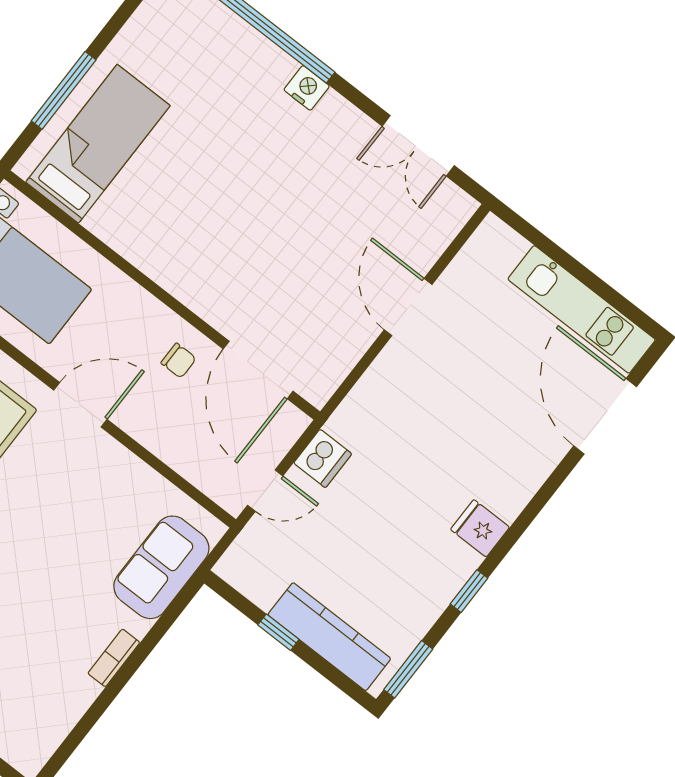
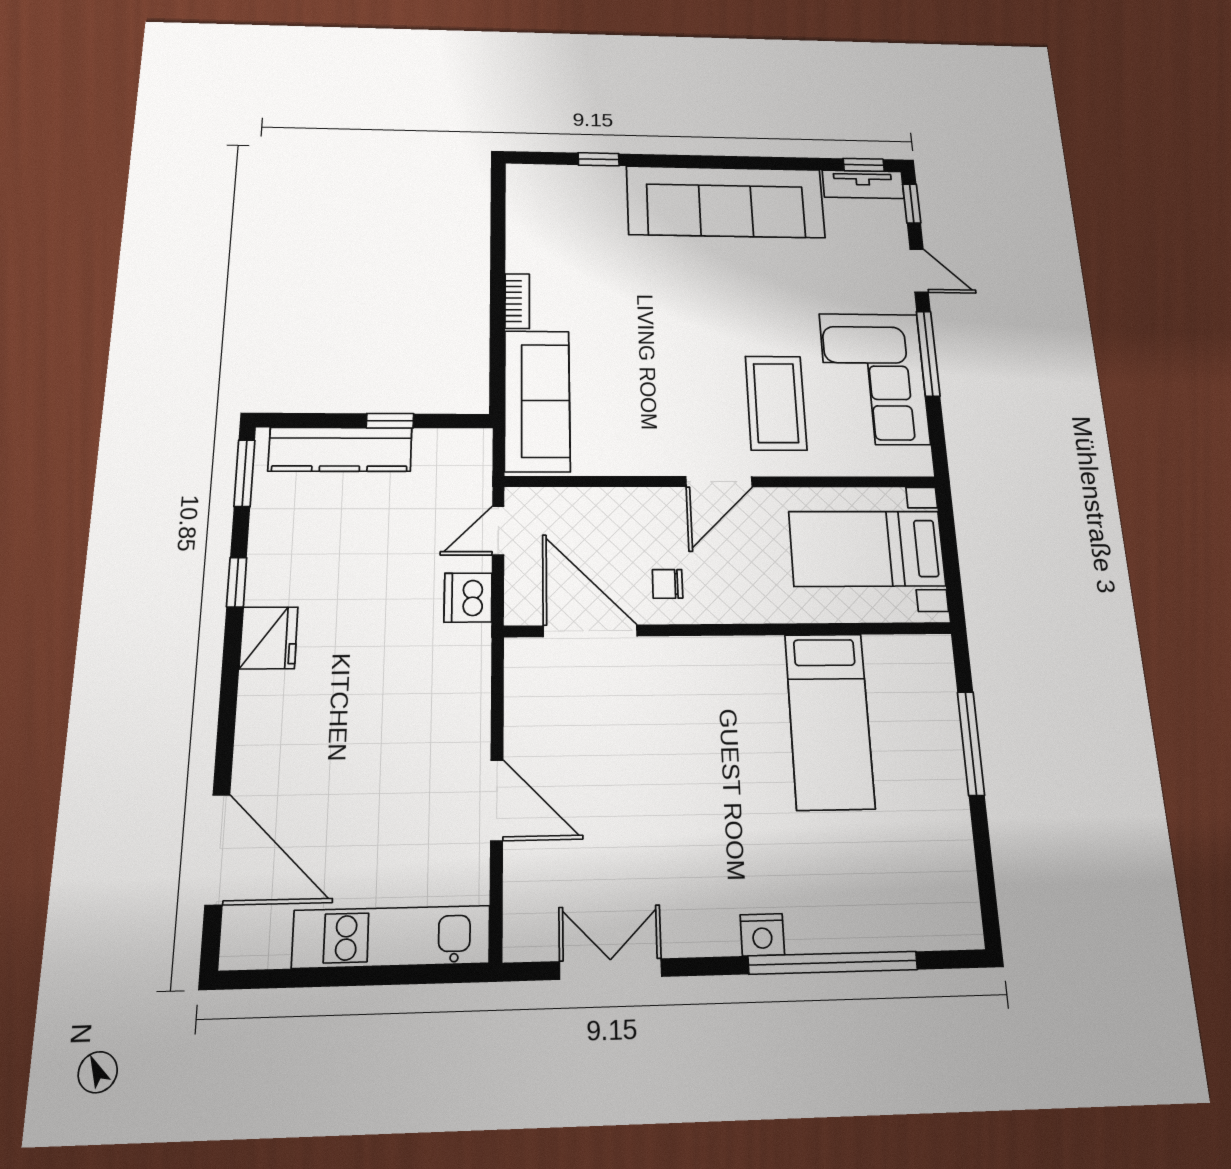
bed: (98, 144) -> (829, 721), moved
kitchen unit: (582, 309) -> (392, 937), moved
fridge: (480, 528) -> (269, 638), width x1.38
sofa: (161, 567) -> (537, 400), width x1.36

